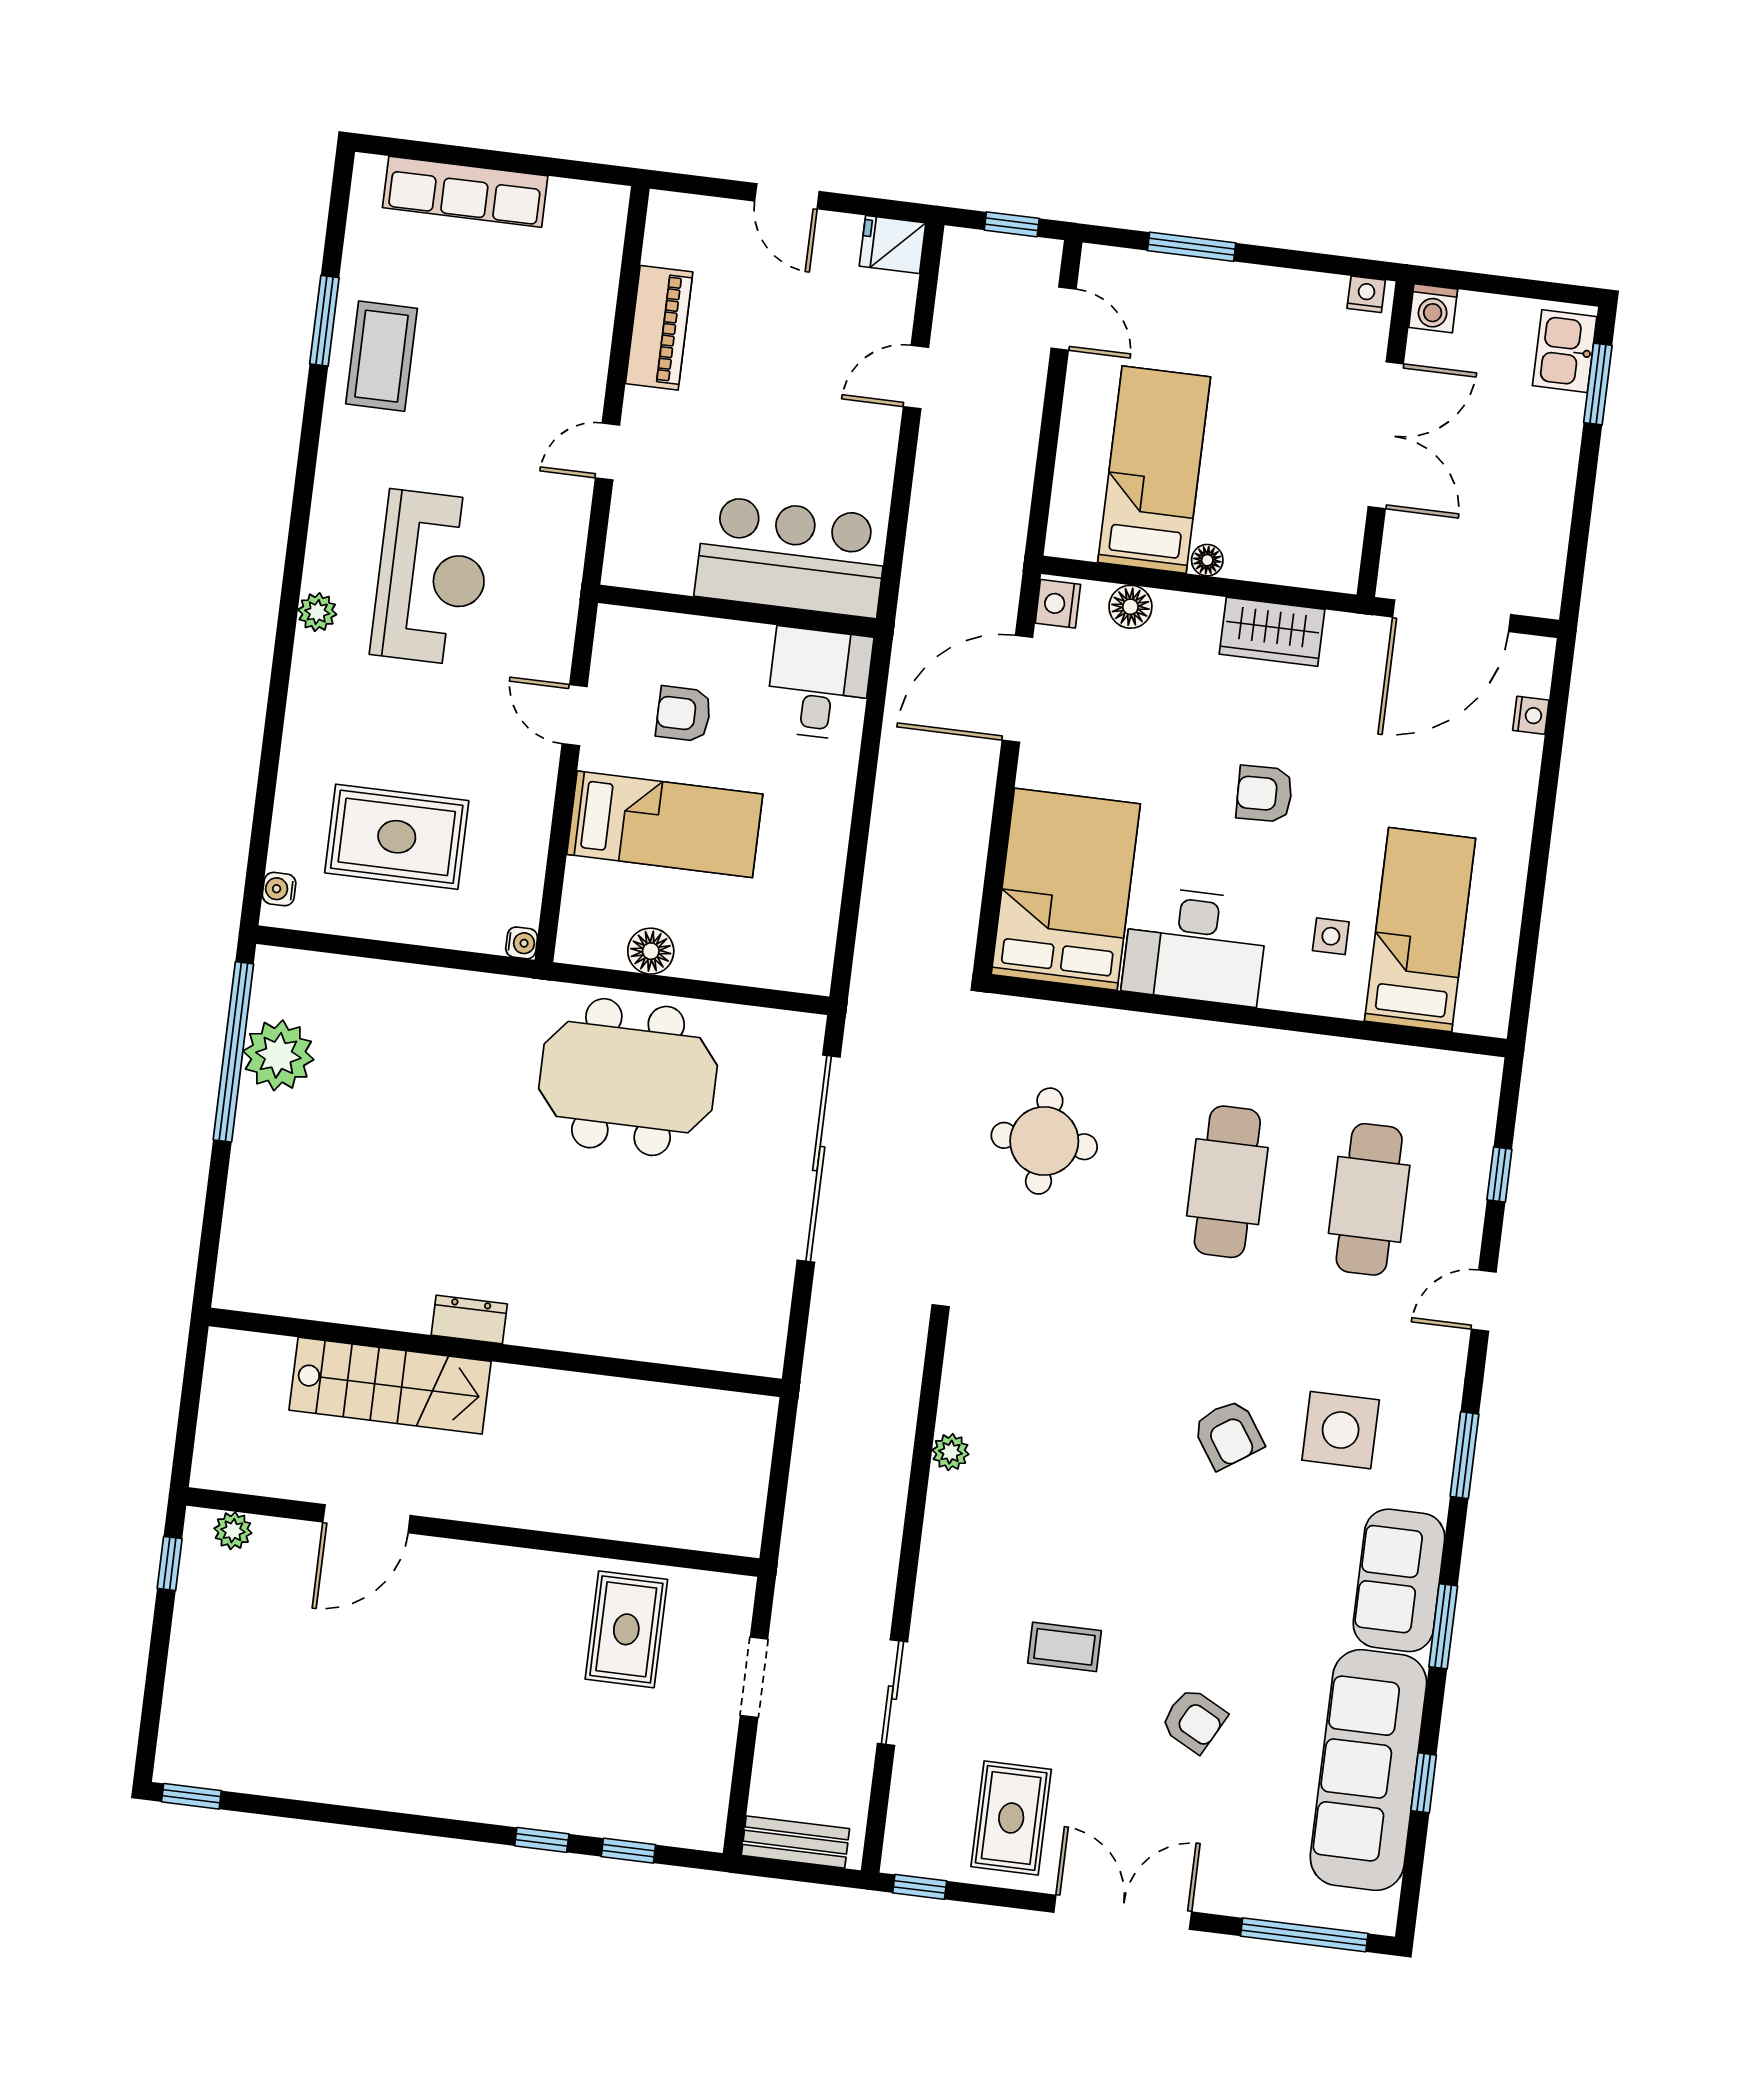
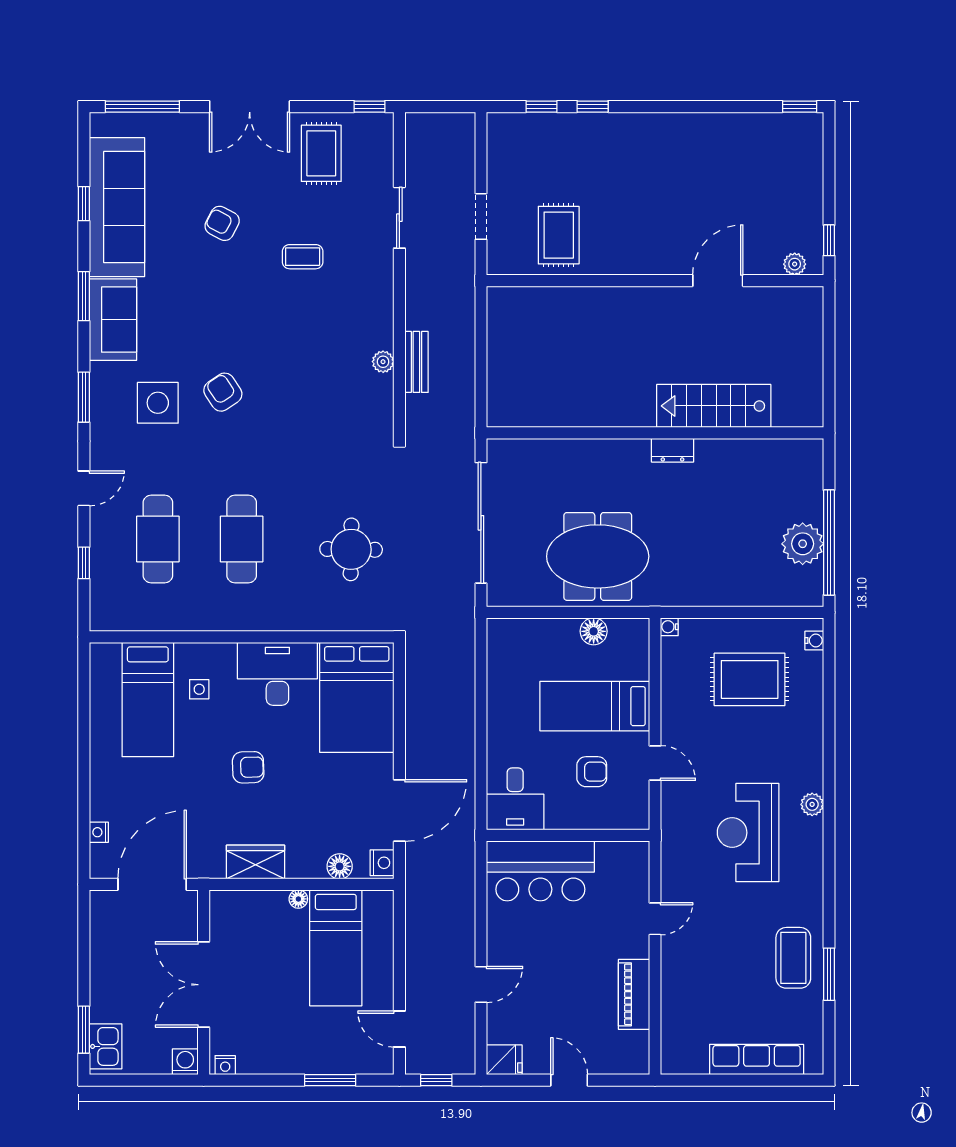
dresser: (469, 1319) -> (672, 450), moved
wall: (495, 1352) -> (655, 433), moved
stairs: (390, 1386) -> (714, 406), moved
bench: (795, 1842) -> (416, 362), moved, turned 90

